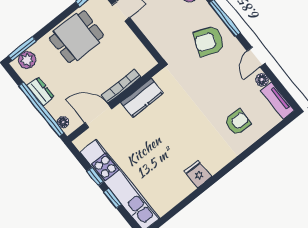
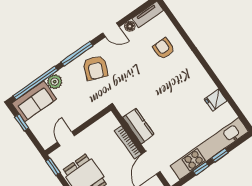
fridge: (198, 174) -> (216, 100), moved

